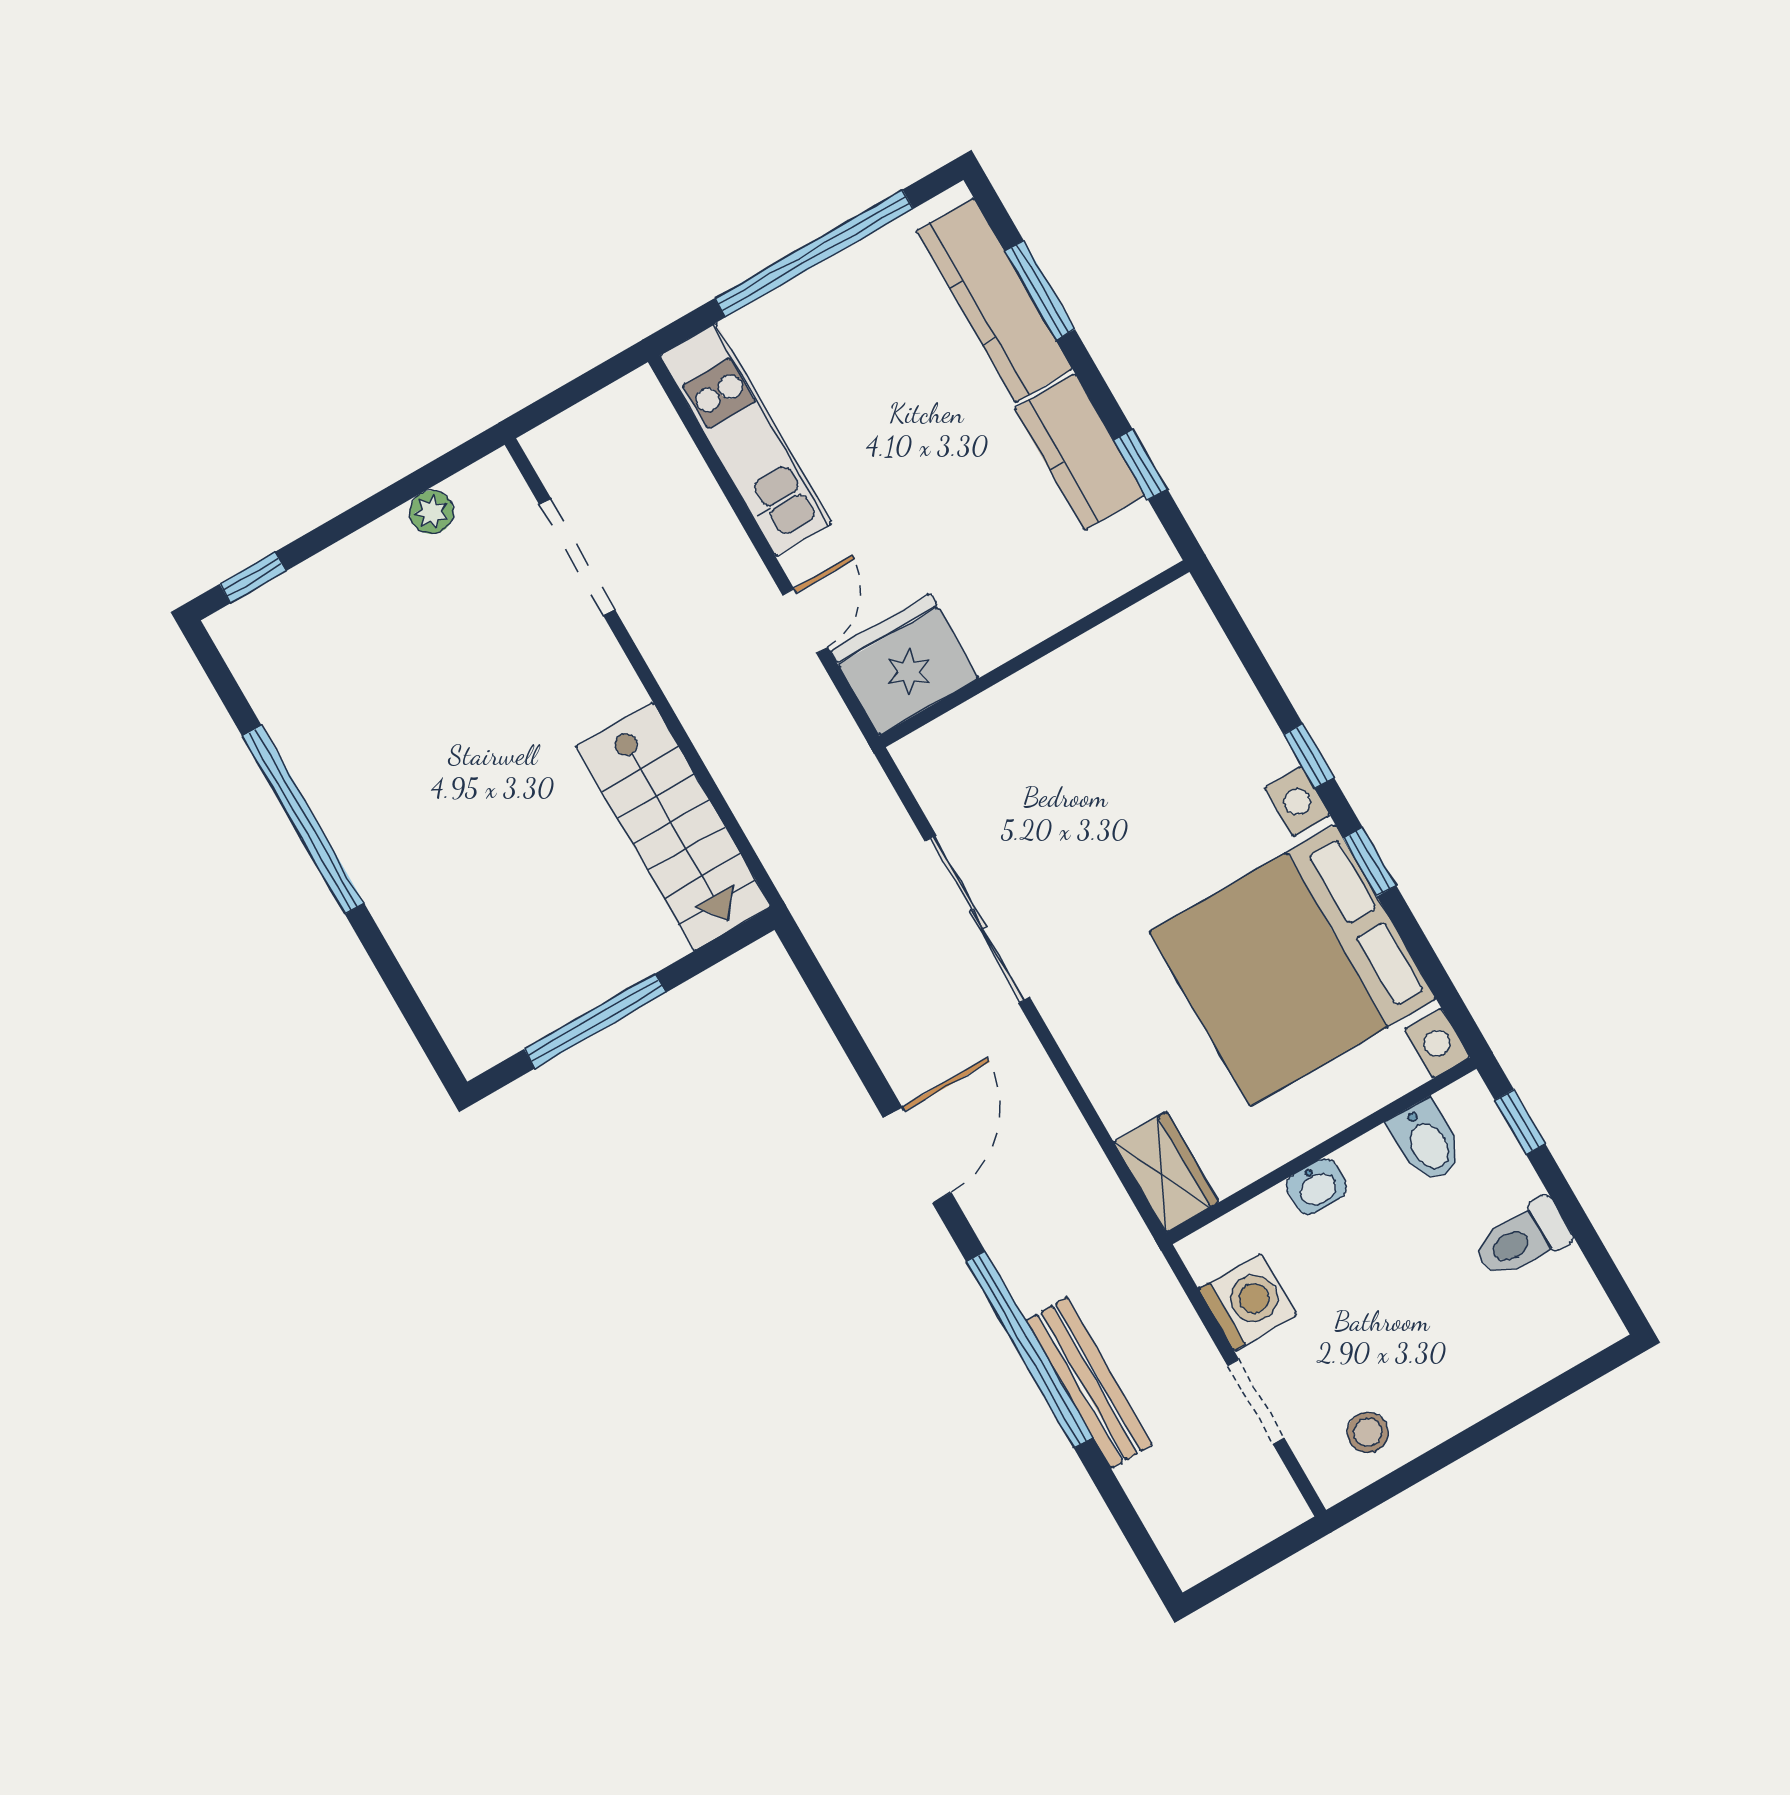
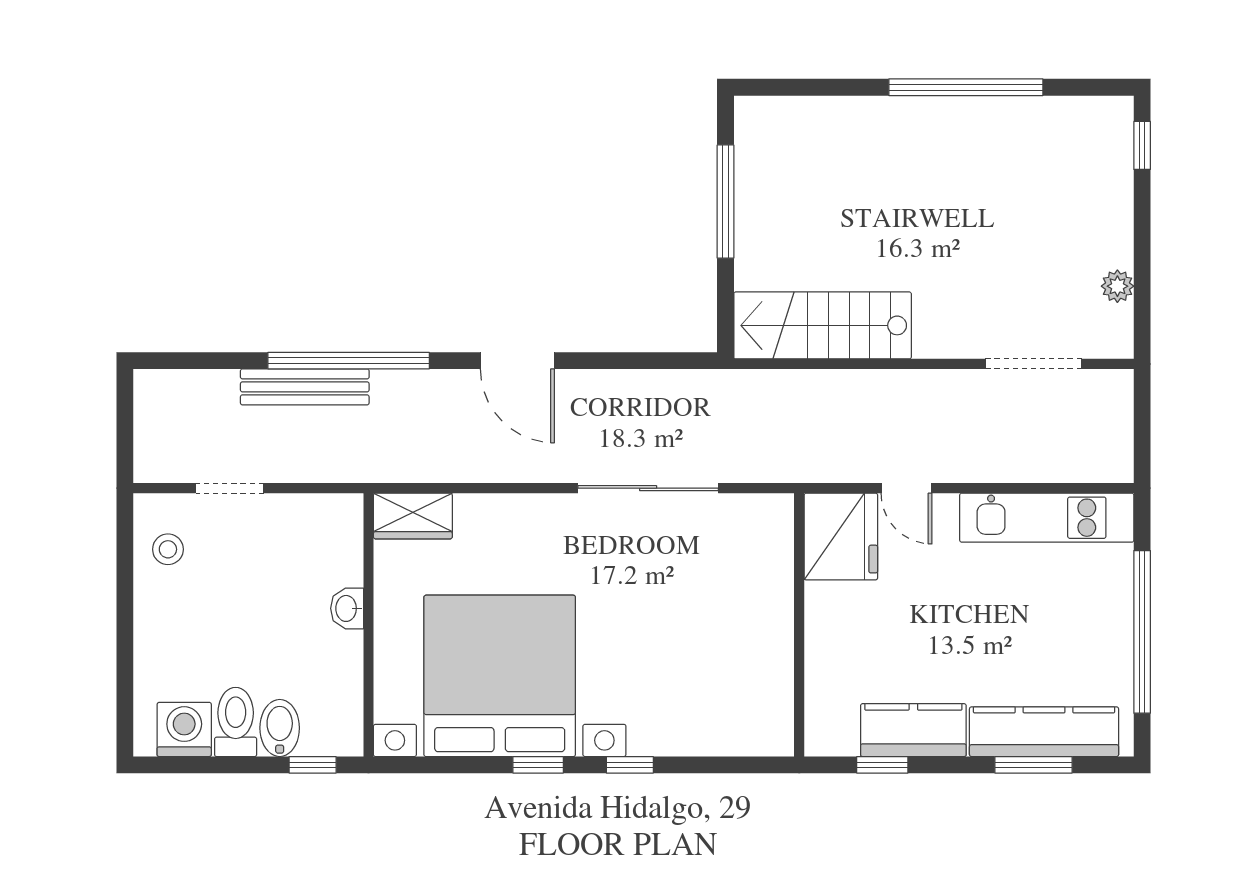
bidet: (1427, 1141) -> (280, 728), moved, turned 90
washing machine: (1248, 1302) -> (184, 729), moved, turned 180

